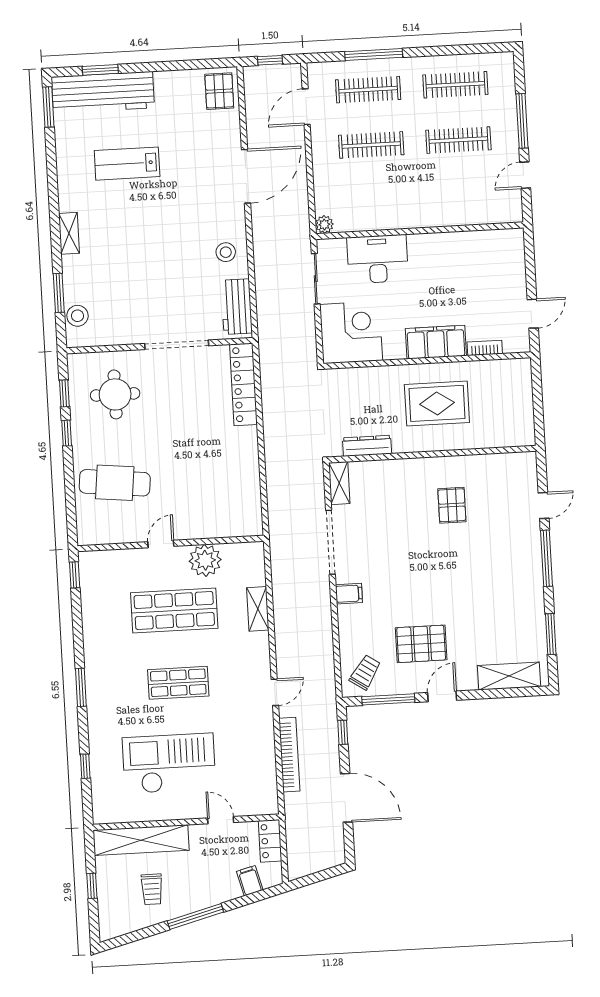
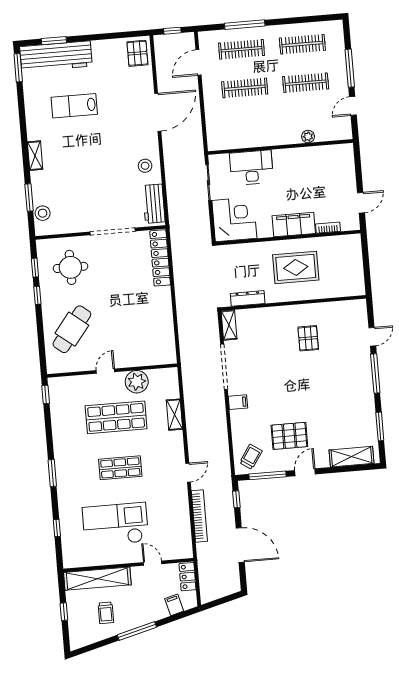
plant: (324, 224) -> (308, 137), moved
cafe table: (115, 483) -> (72, 329), turned -58

